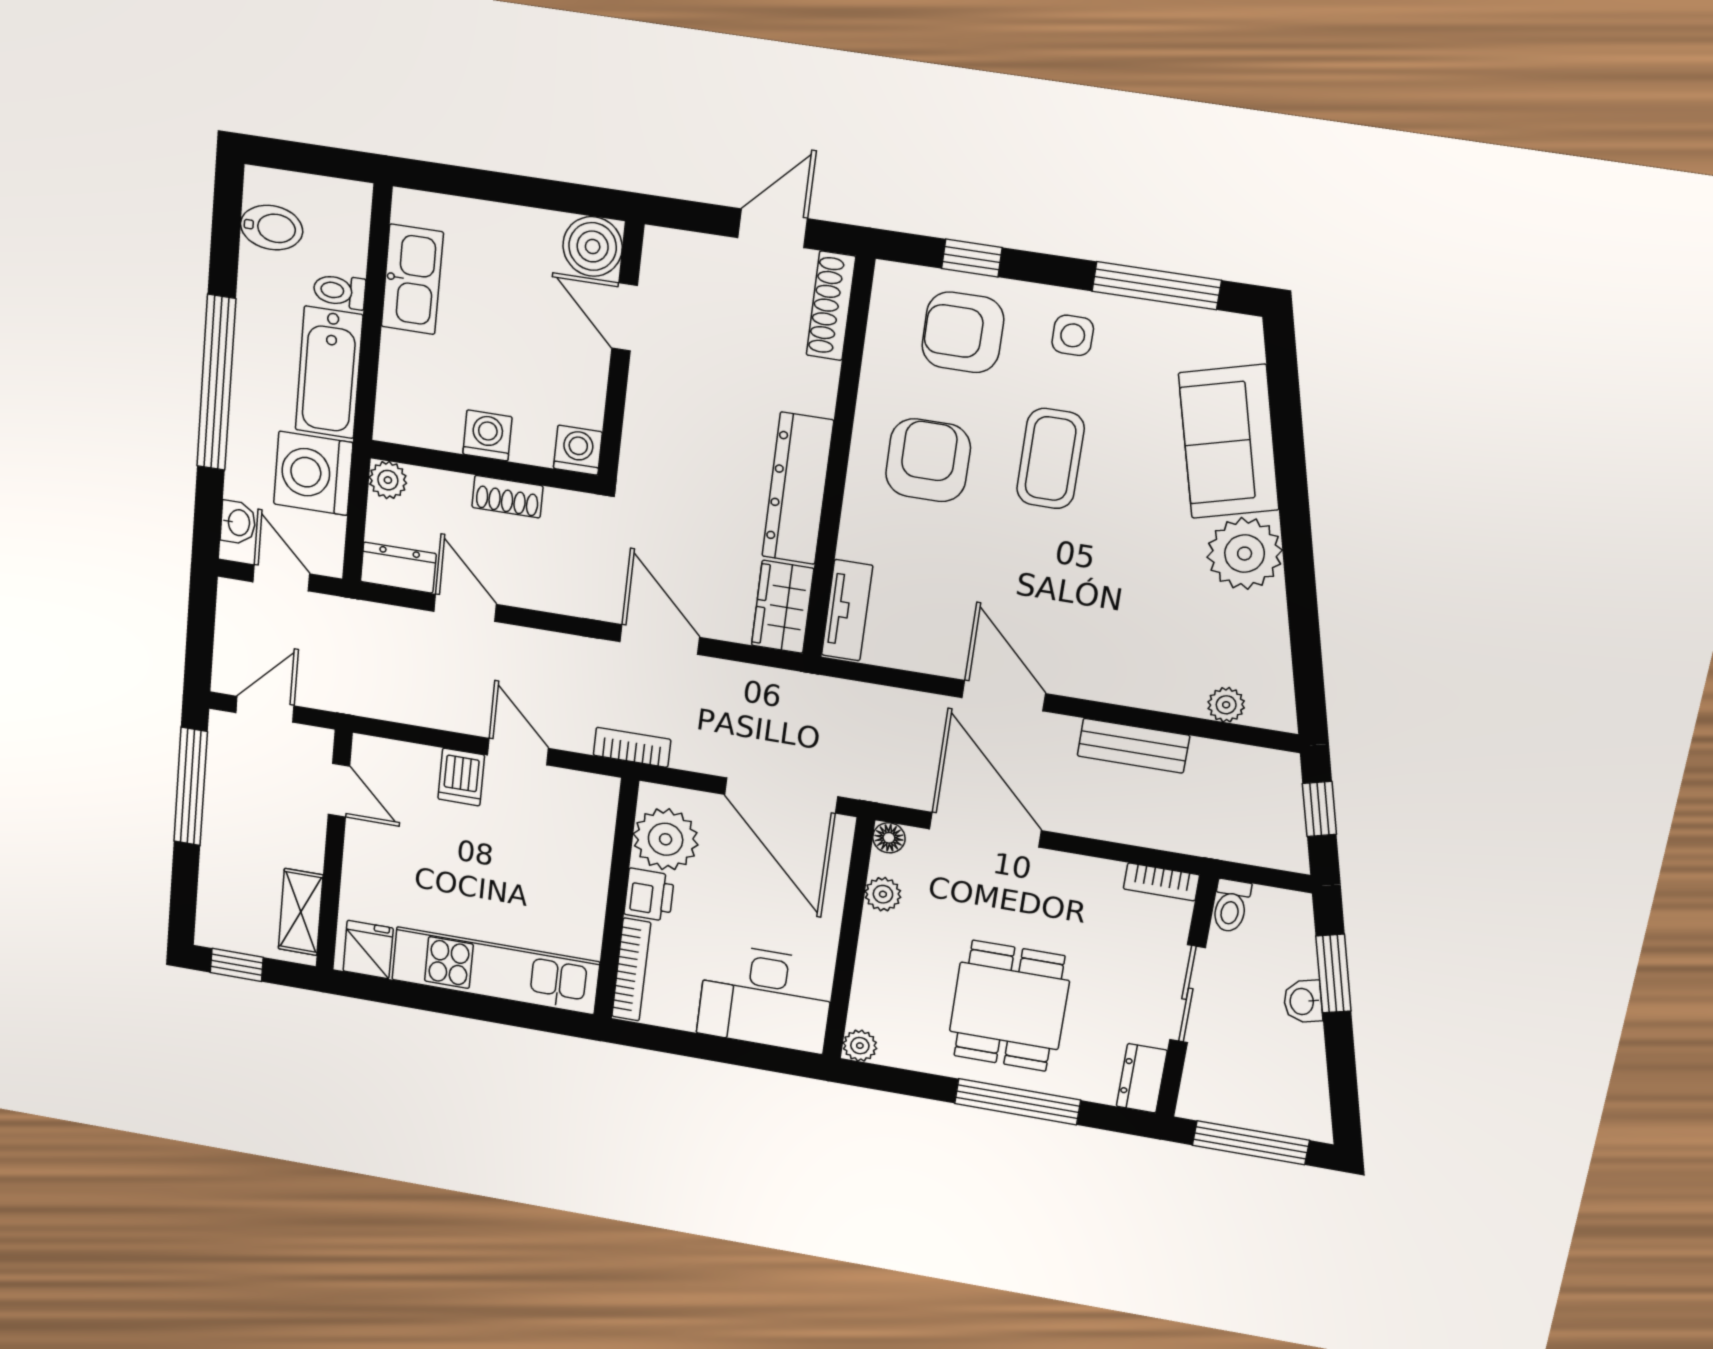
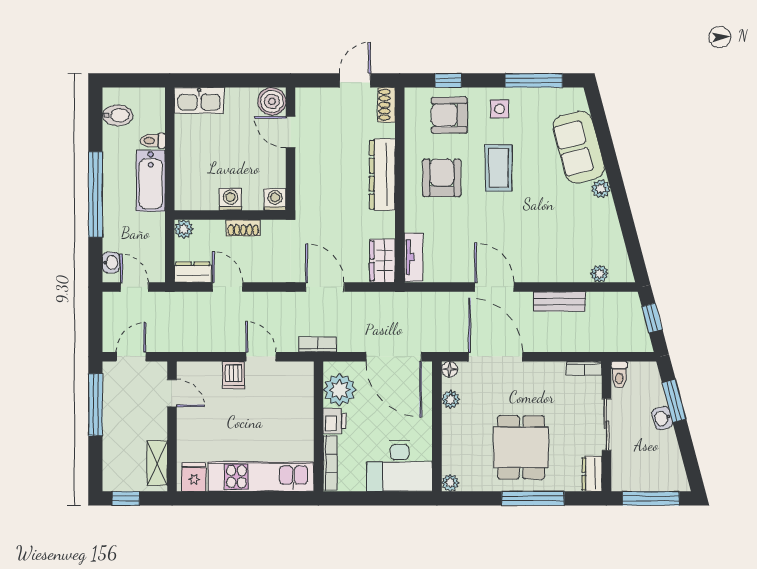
kitchen sink: (412, 279) -> (199, 100), moved, turned 90
shoe rack: (831, 306) -> (387, 105), width x0.70
washing machine: (313, 473) -> (147, 232), removed
dresser: (798, 489) -> (382, 175), moved
plant: (1245, 554) -> (601, 189), width x0.53, depth x0.53

